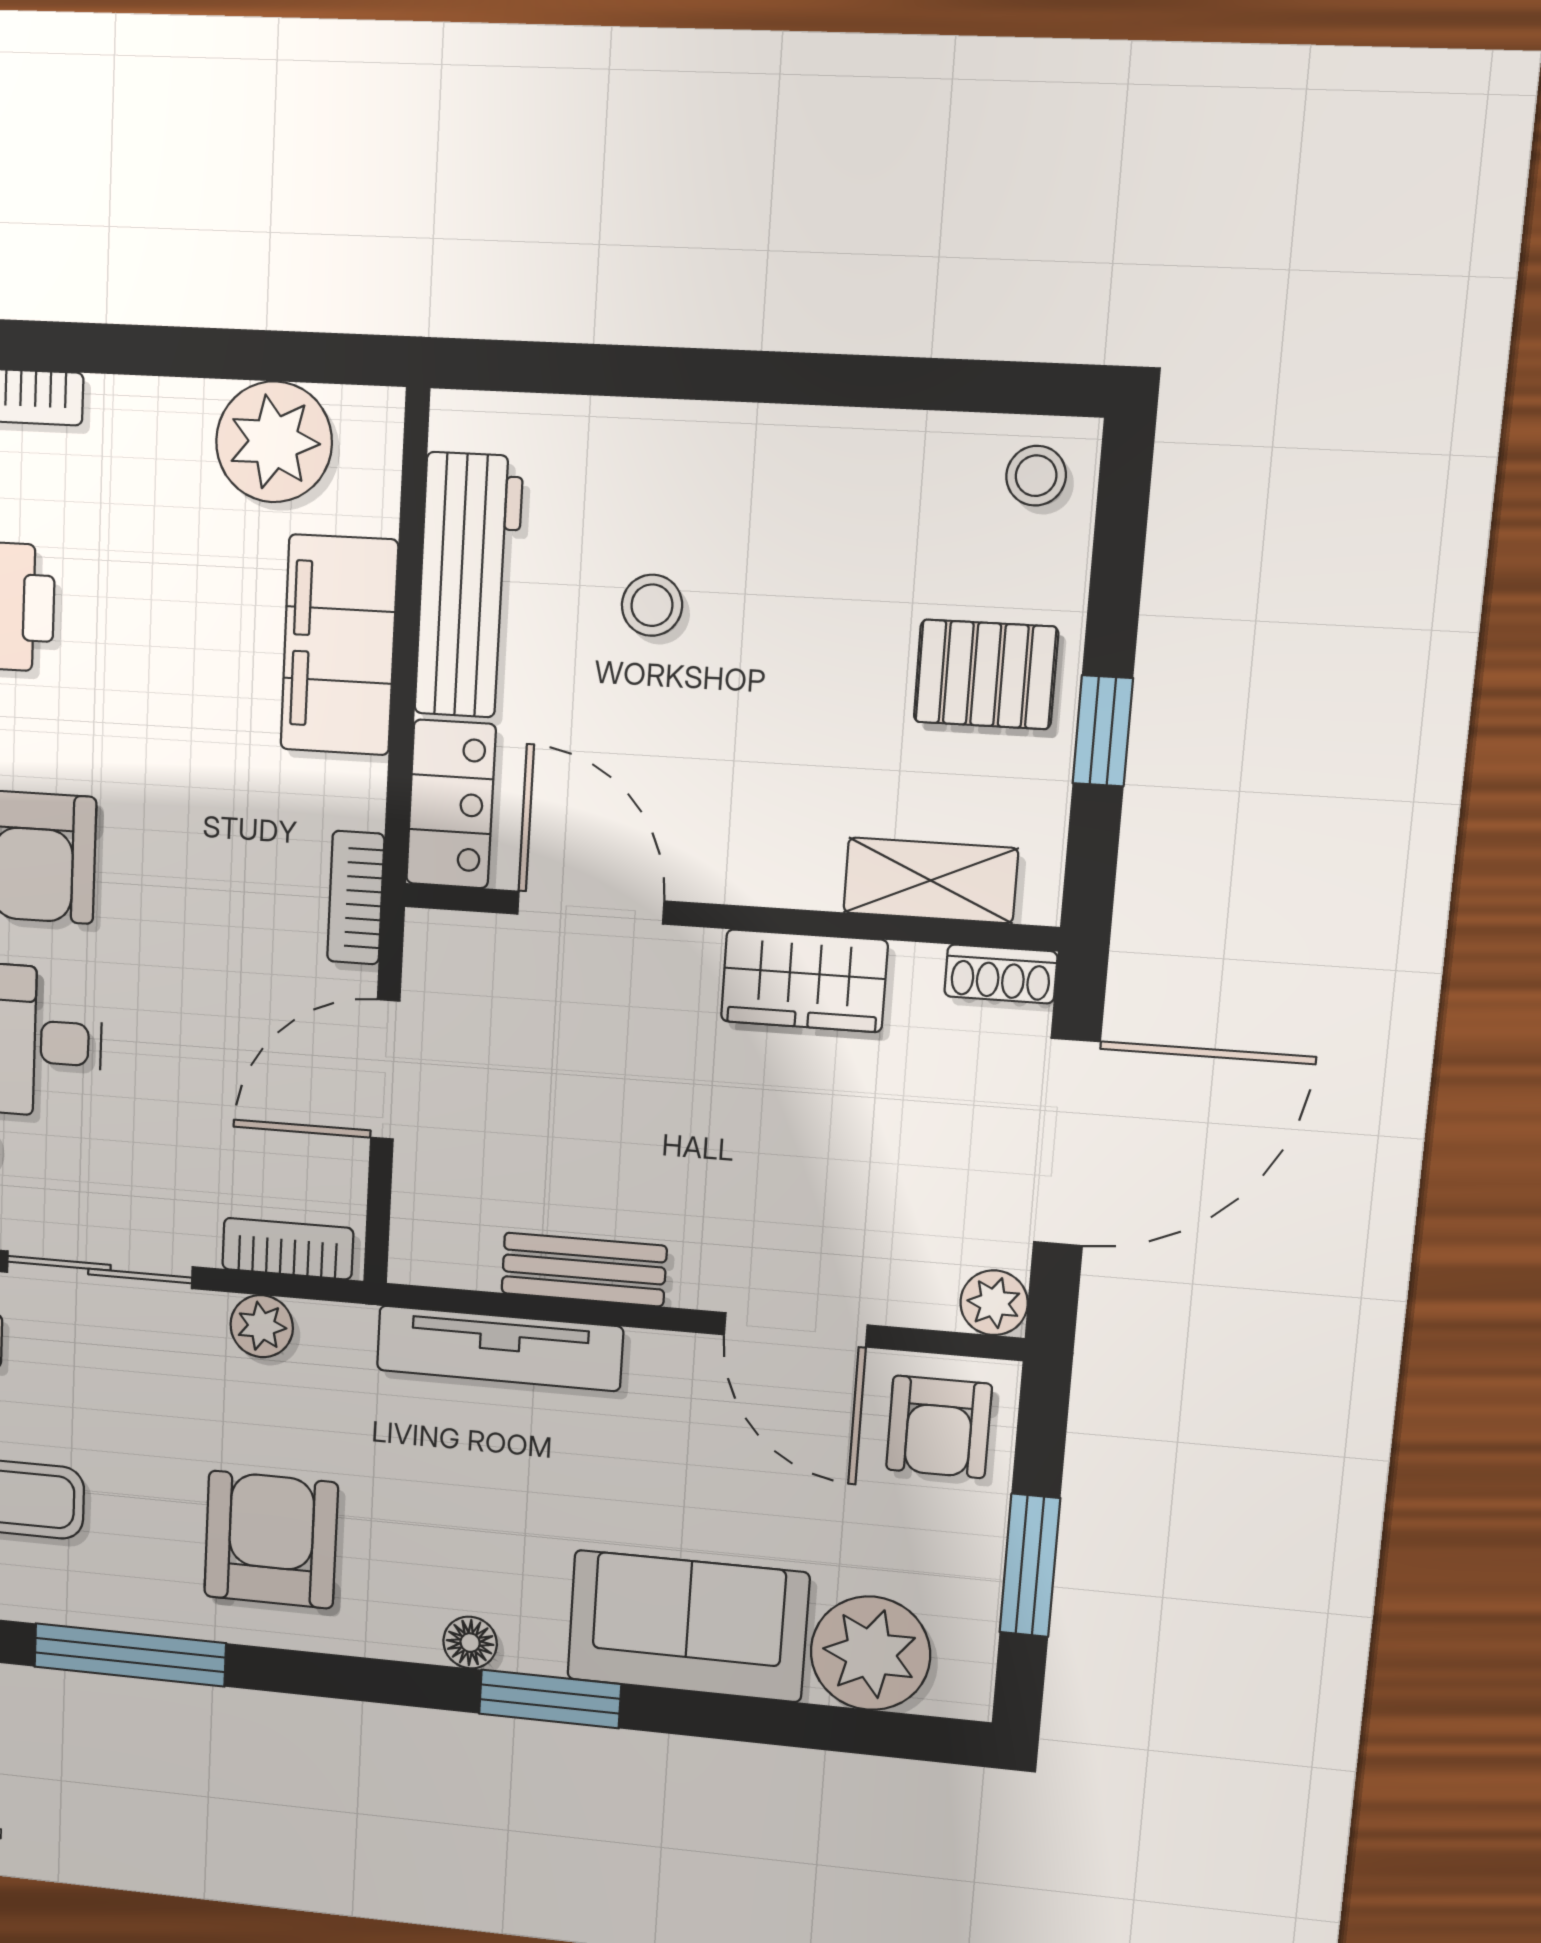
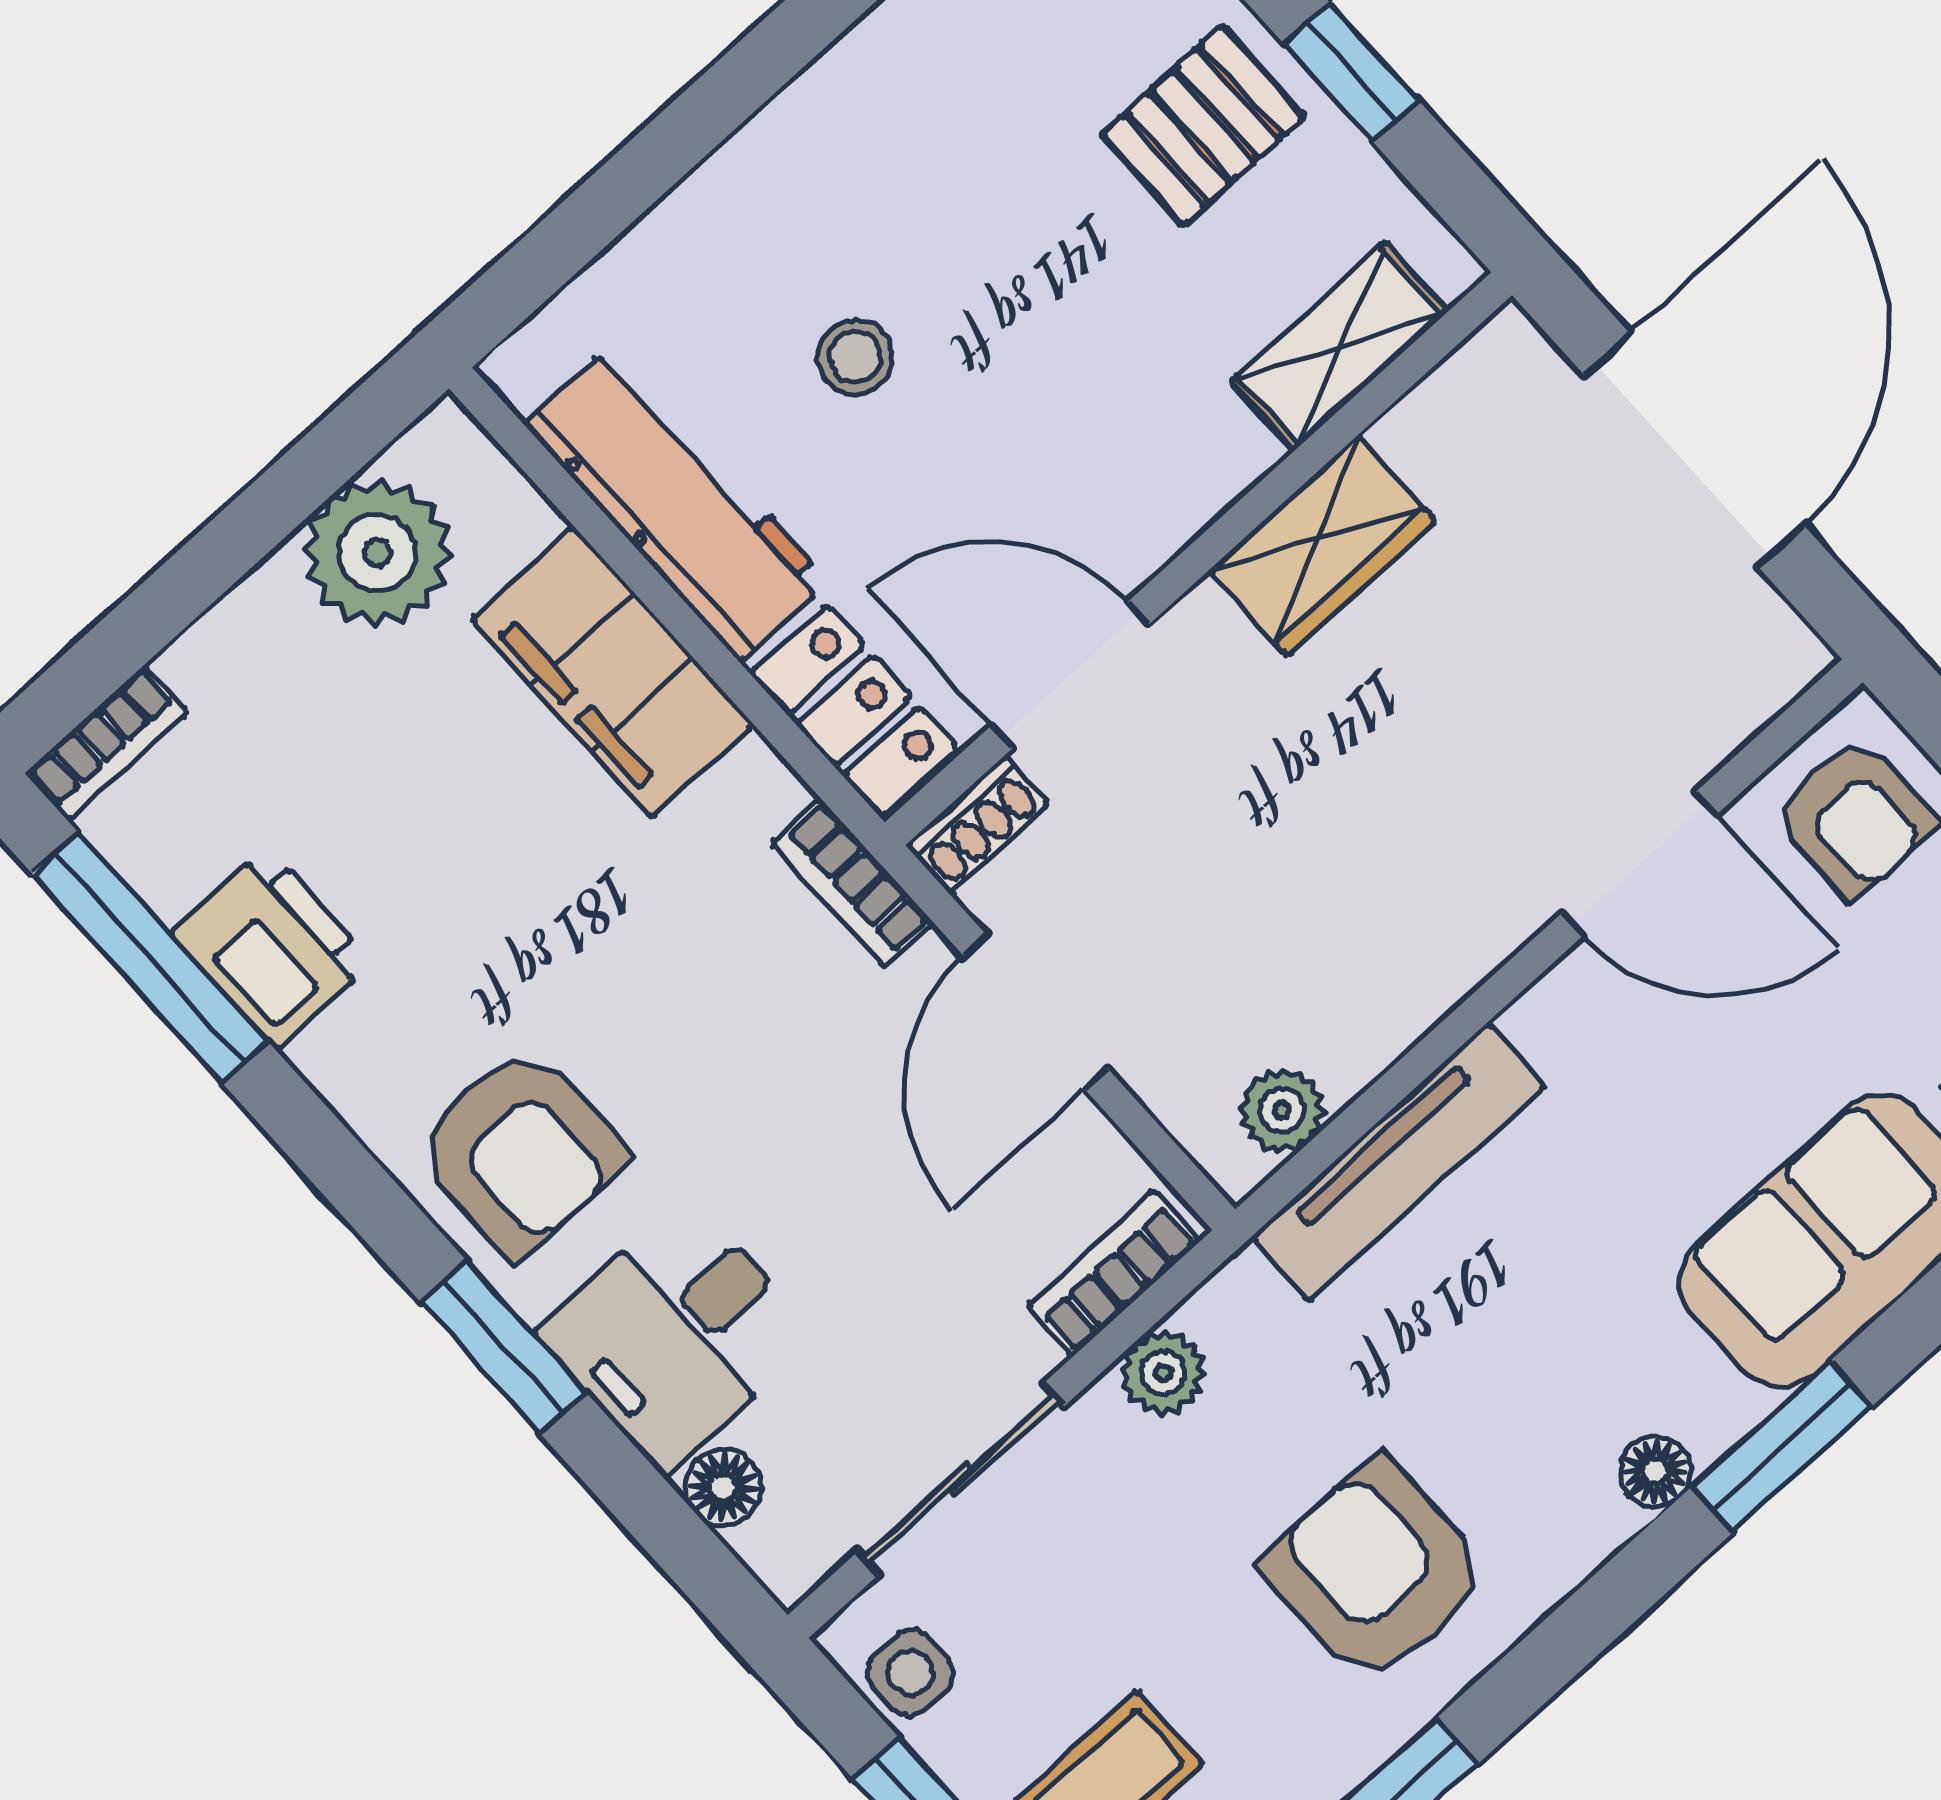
shoe rack: (1001, 974) -> (977, 824), moved
bench: (584, 1269) -> (1398, 1008), removed
plant: (994, 1303) -> (1282, 1111), moved

